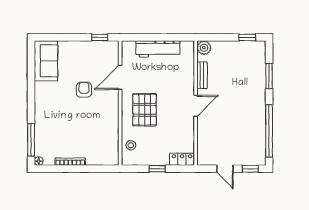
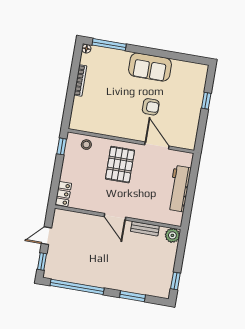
window: (100, 37) -> (206, 101), moved
sofa: (46, 61) -> (150, 67), moved
pallet: (145, 110) -> (120, 165), turned 90
window: (157, 169) -> (62, 146), moved

